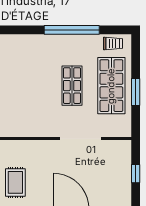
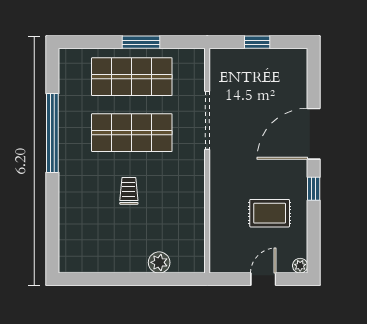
trolley: (113, 43) -> (129, 191), moved
shop shelf: (72, 86) -> (132, 133), width x1.43, depth x1.36

